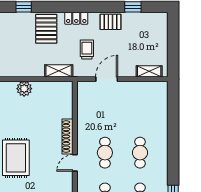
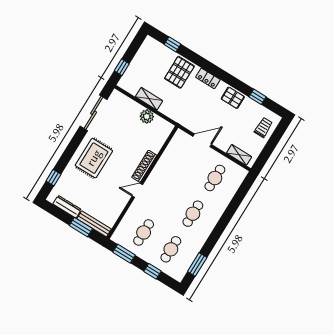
trolley: (87, 50) -> (263, 128), moved
shelving: (59, 71) -> (149, 99), moved
plant: (24, 89) -> (147, 116), moved
cafe table: (105, 153) -> (215, 178), moved

